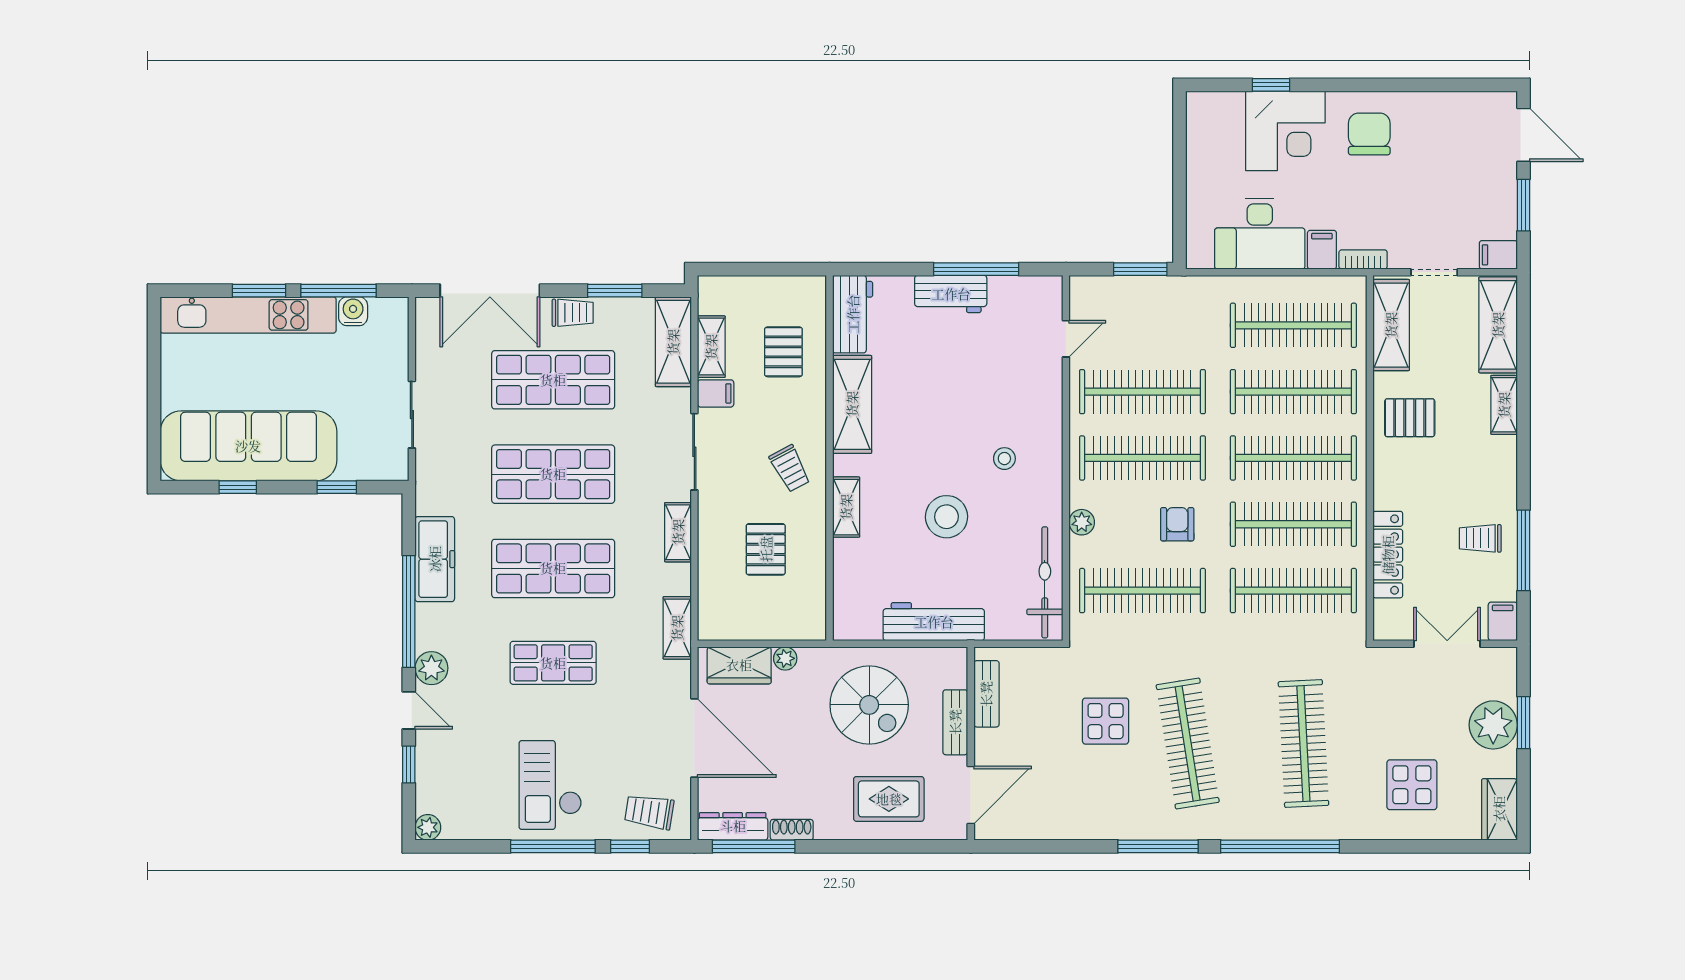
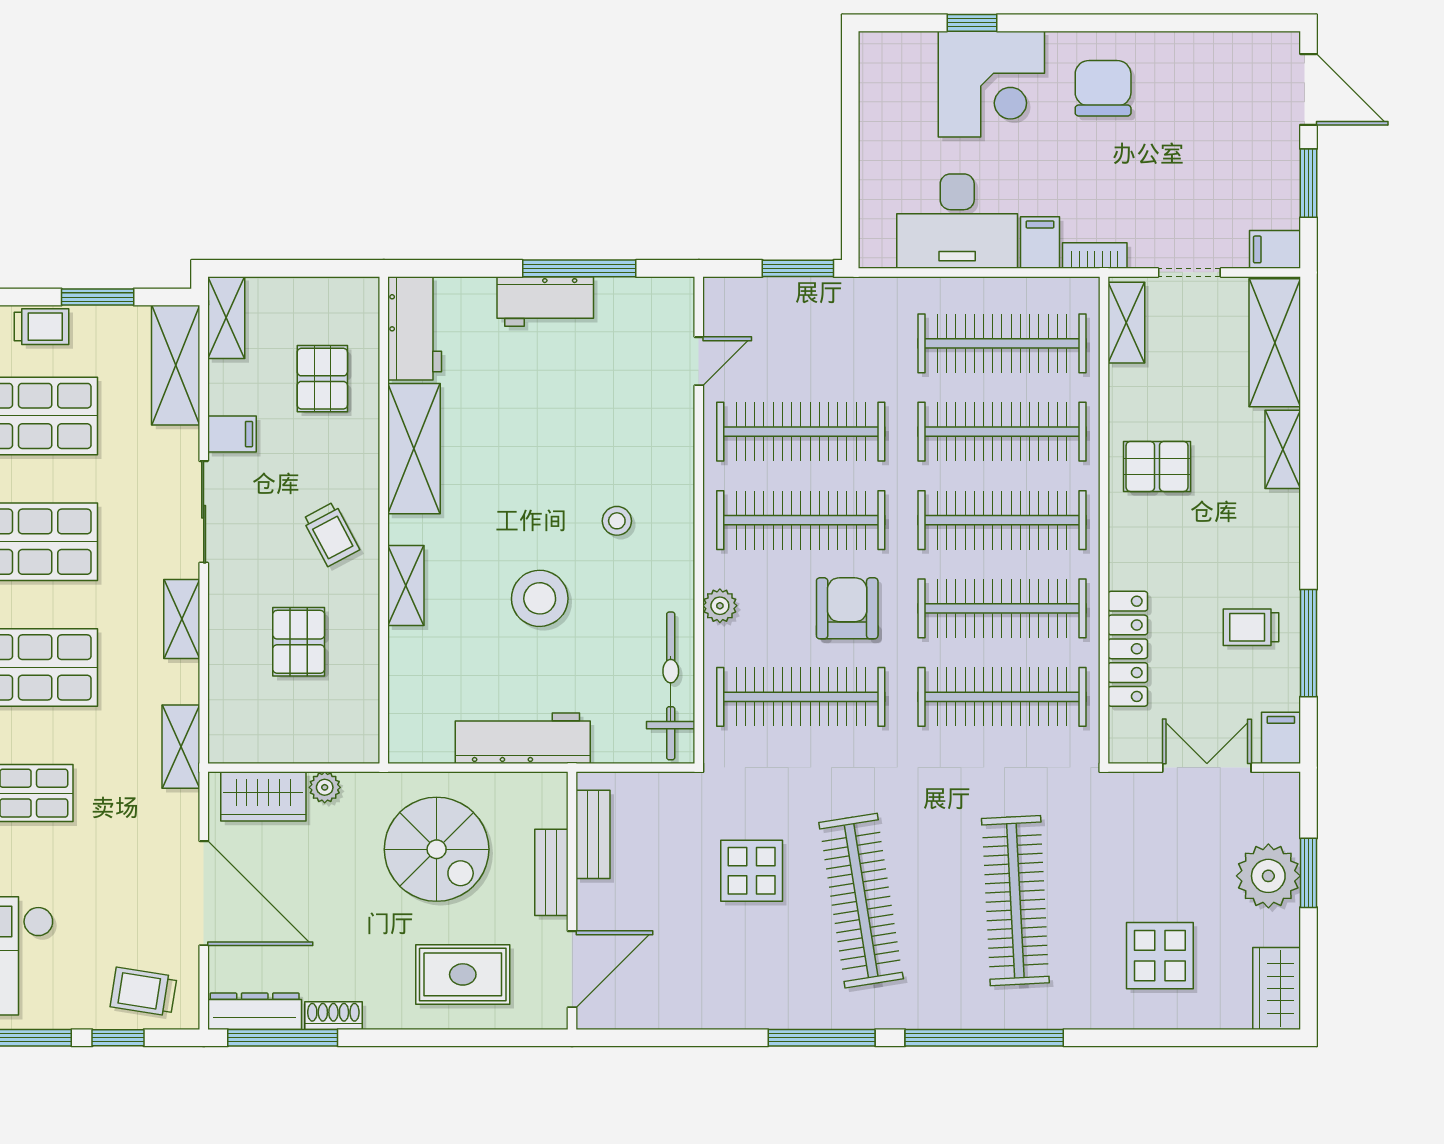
shelving: (1391, 325) -> (1126, 323), width x0.67, depth x0.75
shelving: (711, 347) -> (226, 318), moved
armchair: (1177, 524) -> (847, 608), width x1.38, depth x1.38

